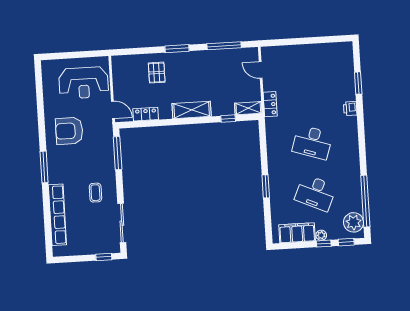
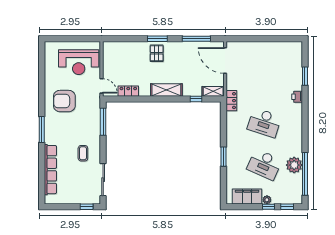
door: (261, 70) -> (225, 60), width x1.87
pallet: (157, 73) -> (157, 53), moved
locker: (270, 104) -> (231, 101), moved
plant: (354, 222) -> (294, 165), moved

